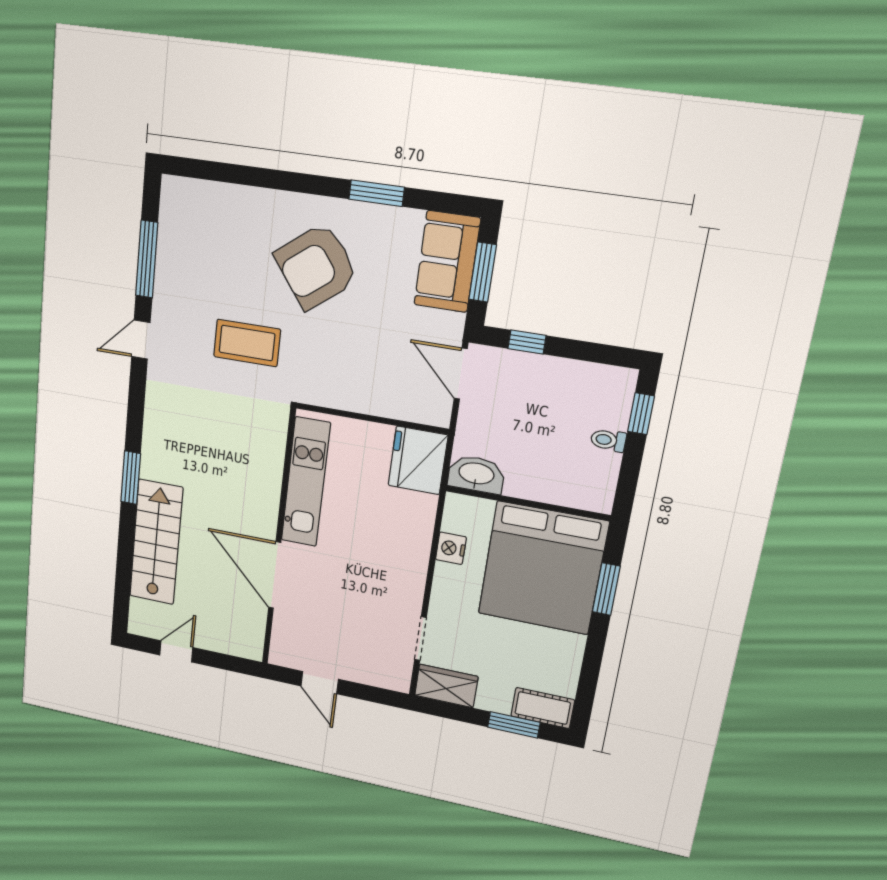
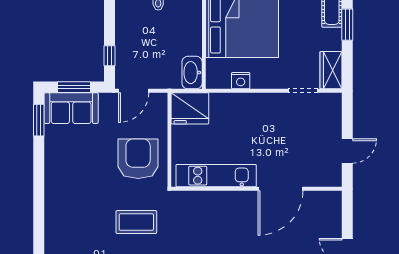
window: (377, 193) -> (39, 120), moved
armchair: (316, 266) -> (138, 159), moved, turned -143
coffee table: (247, 343) -> (136, 222), turned 90

